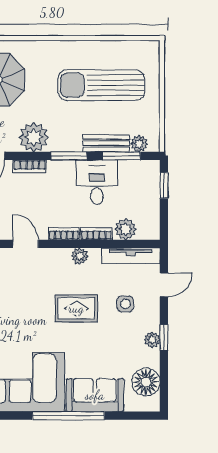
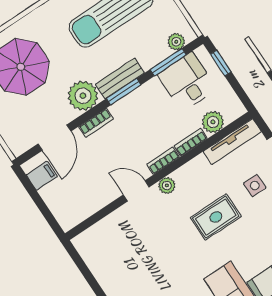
bench: (106, 143) -> (120, 78), moved
desk: (97, 182) -> (187, 82), moved
plant: (80, 256) -> (167, 185), moved

